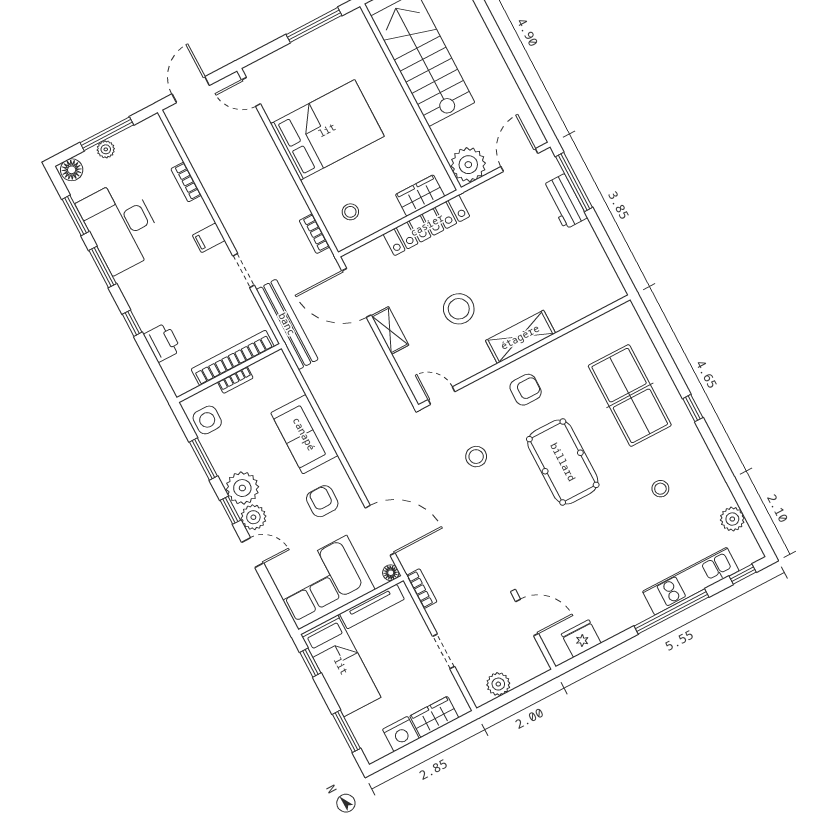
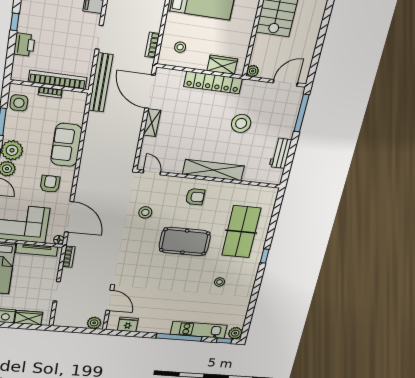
plant: (468, 165) -> (253, 71), width x0.53, depth x0.53
workbench: (565, 202) -> (281, 153), moved
stool: (459, 309) -> (241, 123), moved
shelving: (520, 337) -> (213, 170), width x1.47
pool table: (563, 462) -> (185, 242), turned 90
plant: (732, 519) -> (235, 333), moved
plant: (498, 684) -> (94, 323), moved

